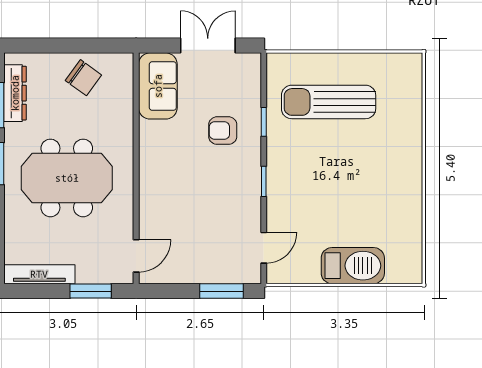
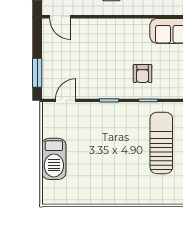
armchair: (223, 131) -> (143, 74), turned 180
door: (264, 248) -> (66, 100), swing flipped

